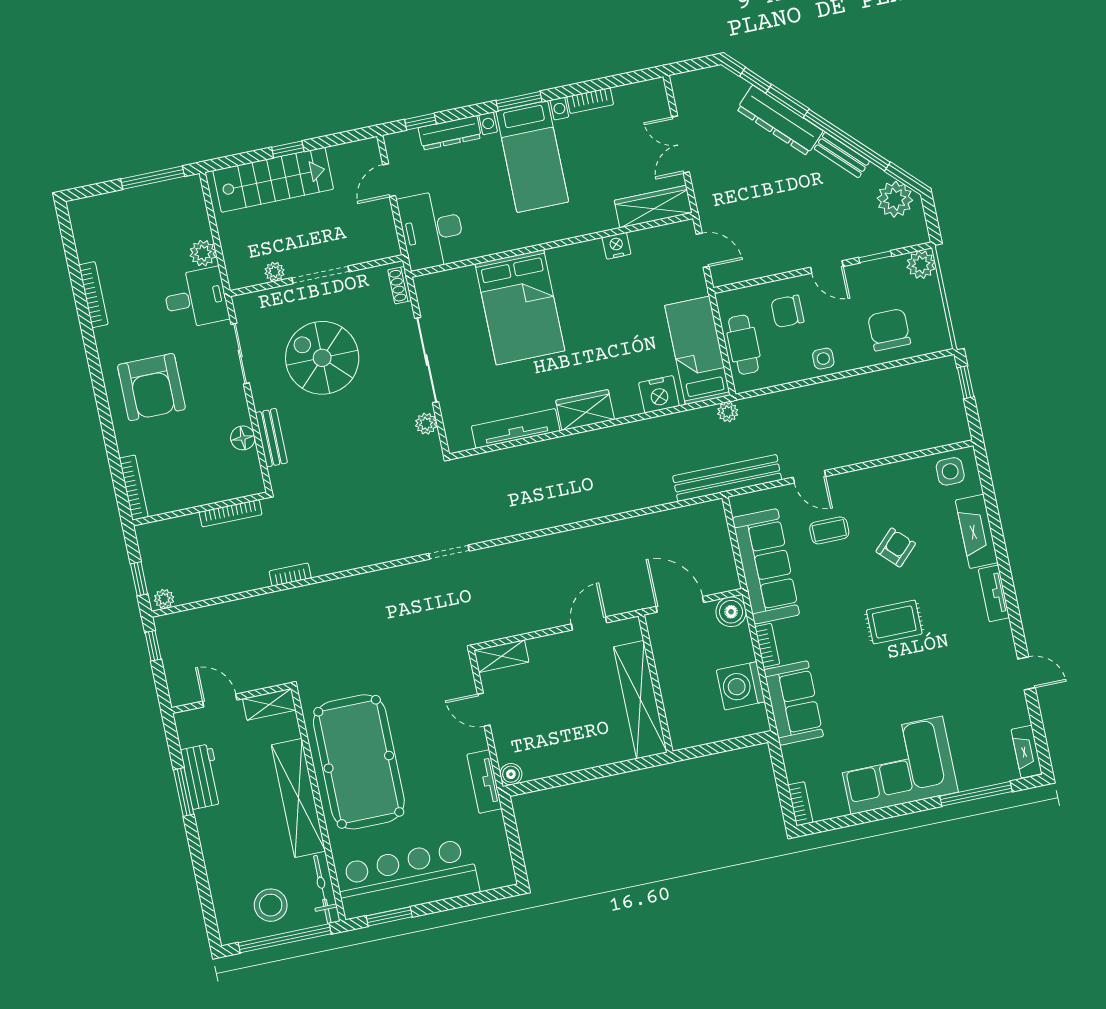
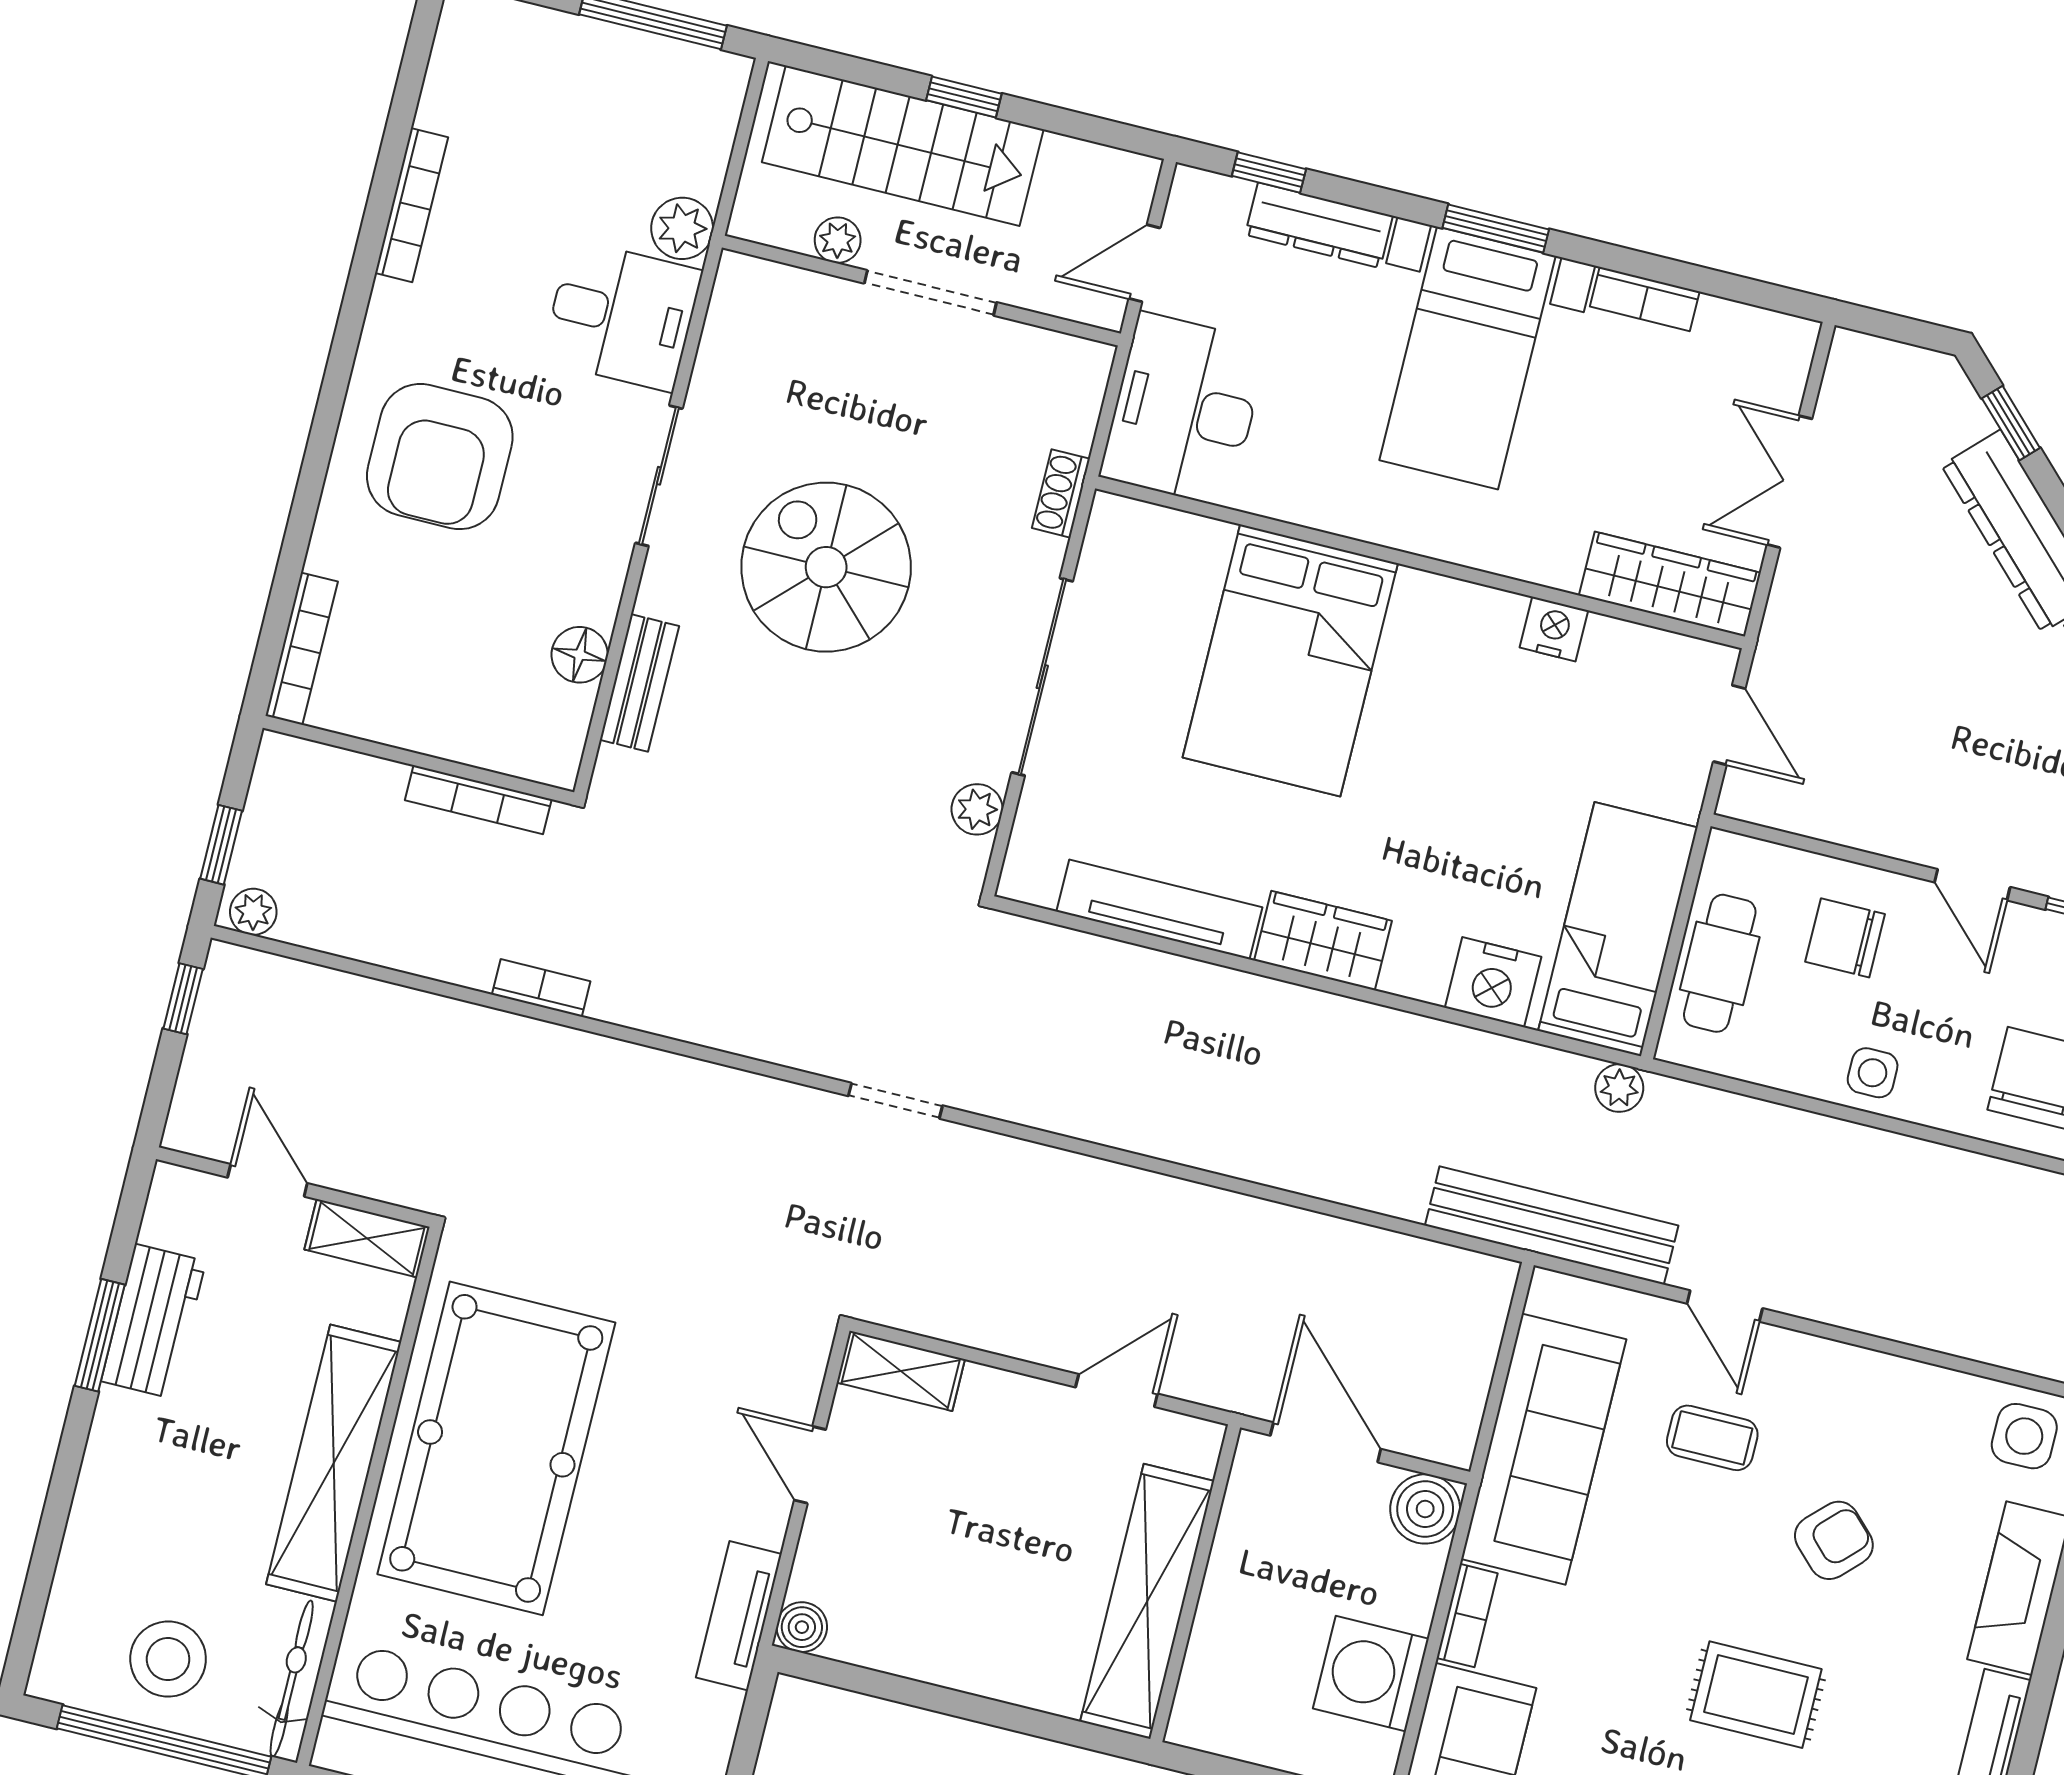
plant: (274, 272) -> (838, 240), moved
doorway: (320, 275) -> (930, 293), moved
wall: (316, 276) -> (921, 291), moved

